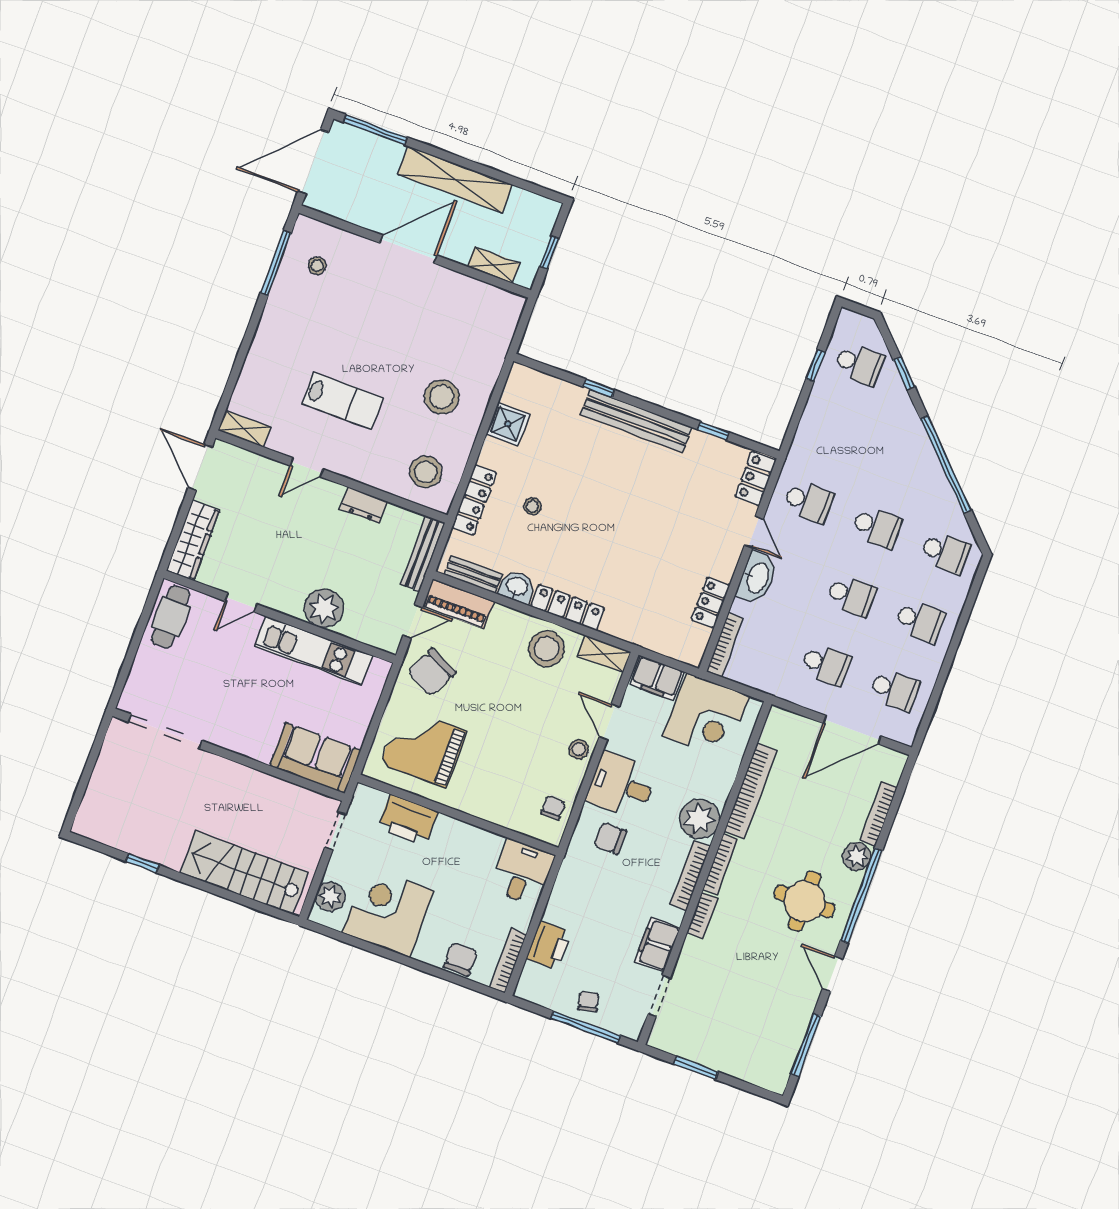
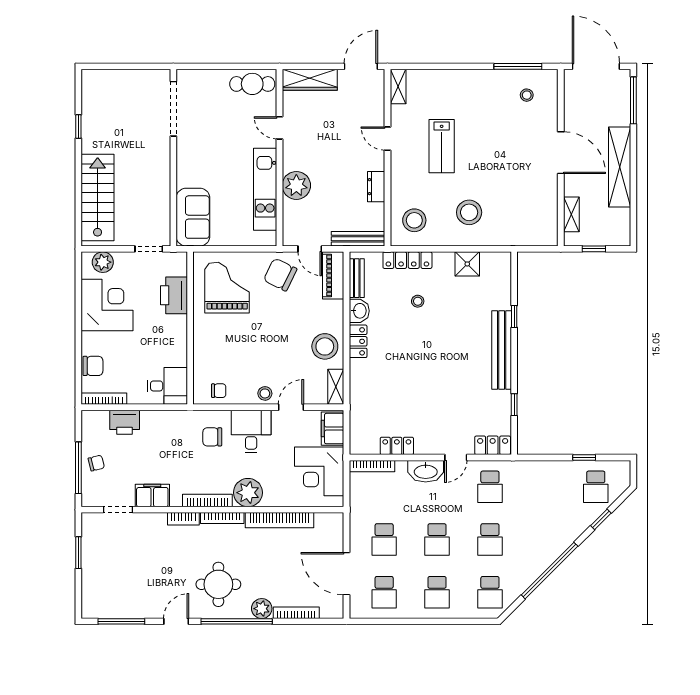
locker: (568, 607) -> (358, 341), width x0.66
chair: (610, 838) -> (212, 437), turned -90

